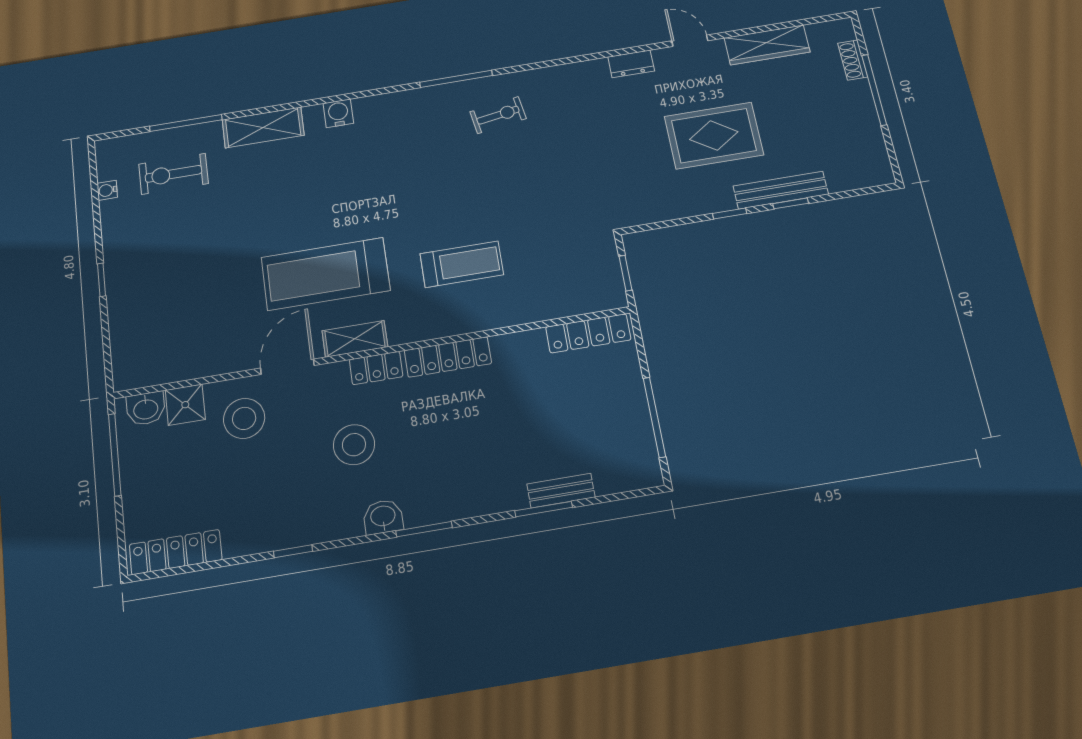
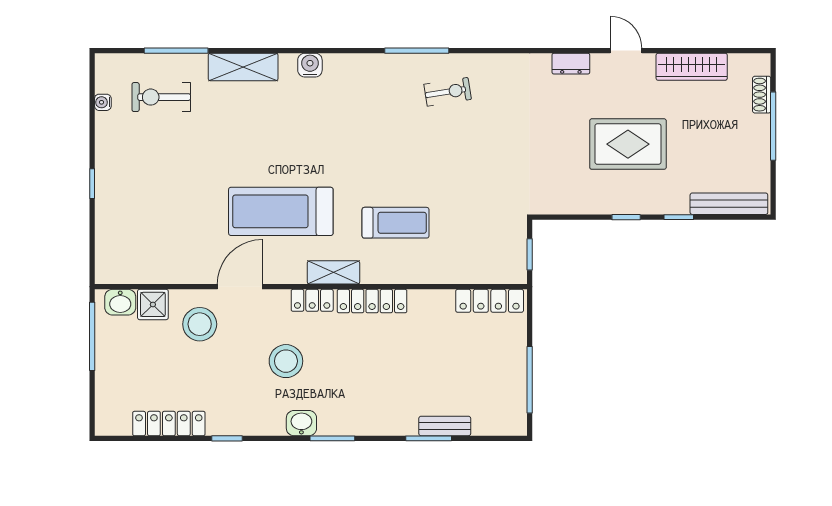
bench: (781, 190) -> (729, 204), moved
shelving: (355, 339) -> (334, 272), moved
locker: (176, 552) -> (169, 424), moved

